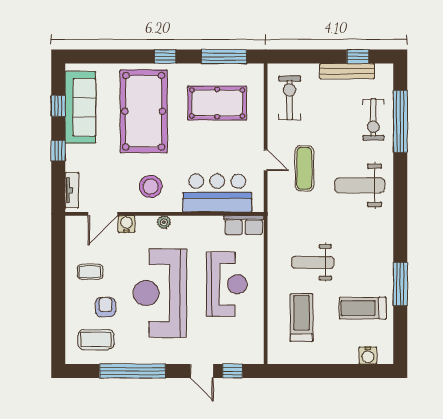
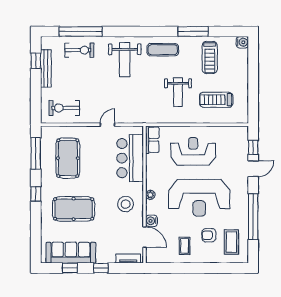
pool table: (144, 111) -> (74, 209), width x0.73, depth x0.76
exercise mat: (304, 168) -> (163, 50), moved
water cooler: (368, 355) -> (242, 42), moved

